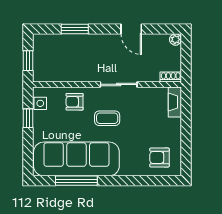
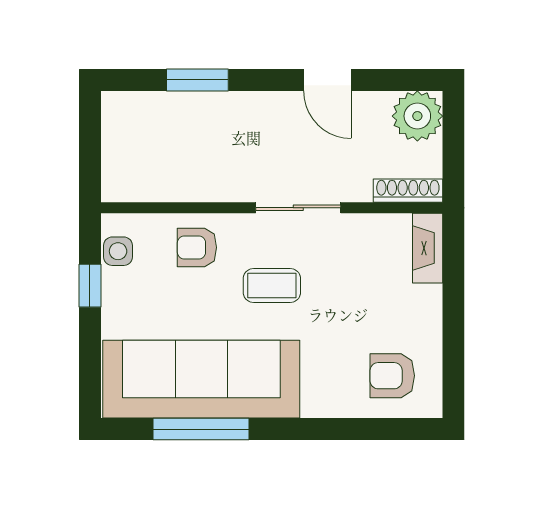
plant: (175, 39) -> (417, 116), width x1.87, depth x1.87
window: (28, 61) -> (90, 153), removed
shoe rack: (171, 77) -> (408, 191), width x1.43

